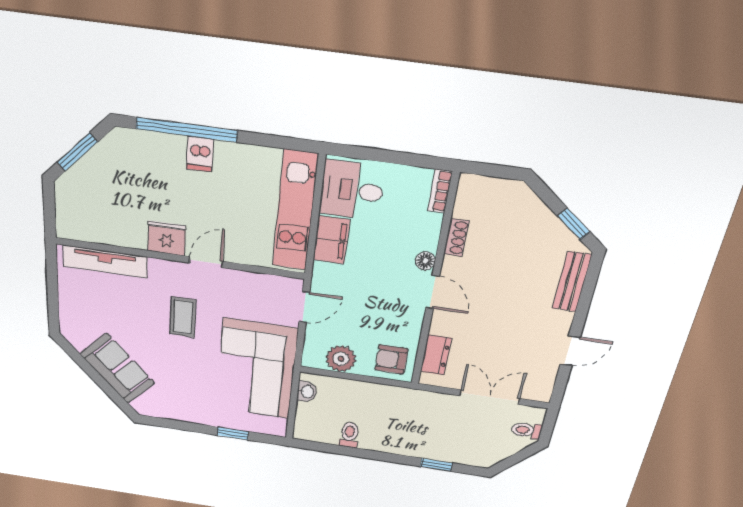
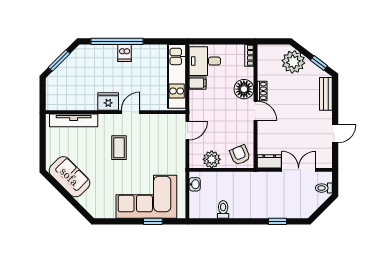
plant: (524, 215) -> (293, 62), added
shoe rack: (456, 237) -> (262, 91), moved
filing cabinet: (331, 240) -> (198, 83), width x0.50
floor lamp: (425, 261) -> (244, 89), width x1.89, depth x1.89
dresser: (436, 355) -> (269, 161), moved, turned -90
armchair: (391, 359) -> (240, 155), turned 67
sofa: (117, 369) -> (69, 177), moved
corner sofa: (257, 369) -> (146, 197), moved, turned 90

